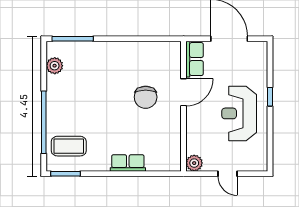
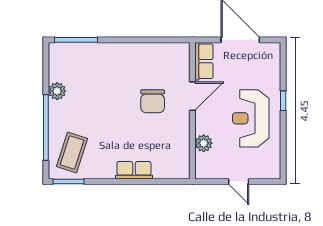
plant: (55, 66) -> (57, 91), moved
coffee table: (69, 146) -> (72, 153), turned -72
plant: (194, 163) -> (204, 143), moved

